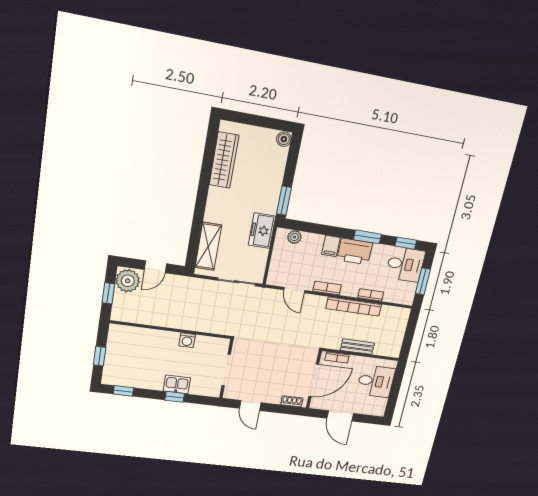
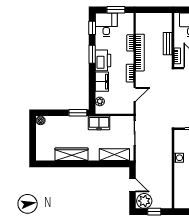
wardrobe: (224, 160) -> (72, 154), moved
filing cabinet: (331, 246) -> (102, 82), width x2.00

